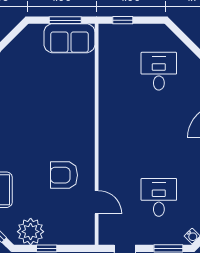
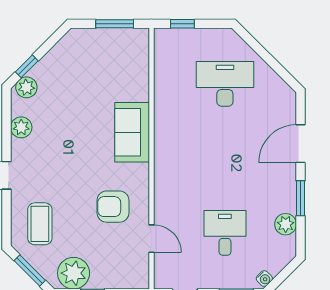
sofa: (69, 38) -> (132, 132), moved, turned 90
desk: (159, 71) -> (225, 84), width x1.37

